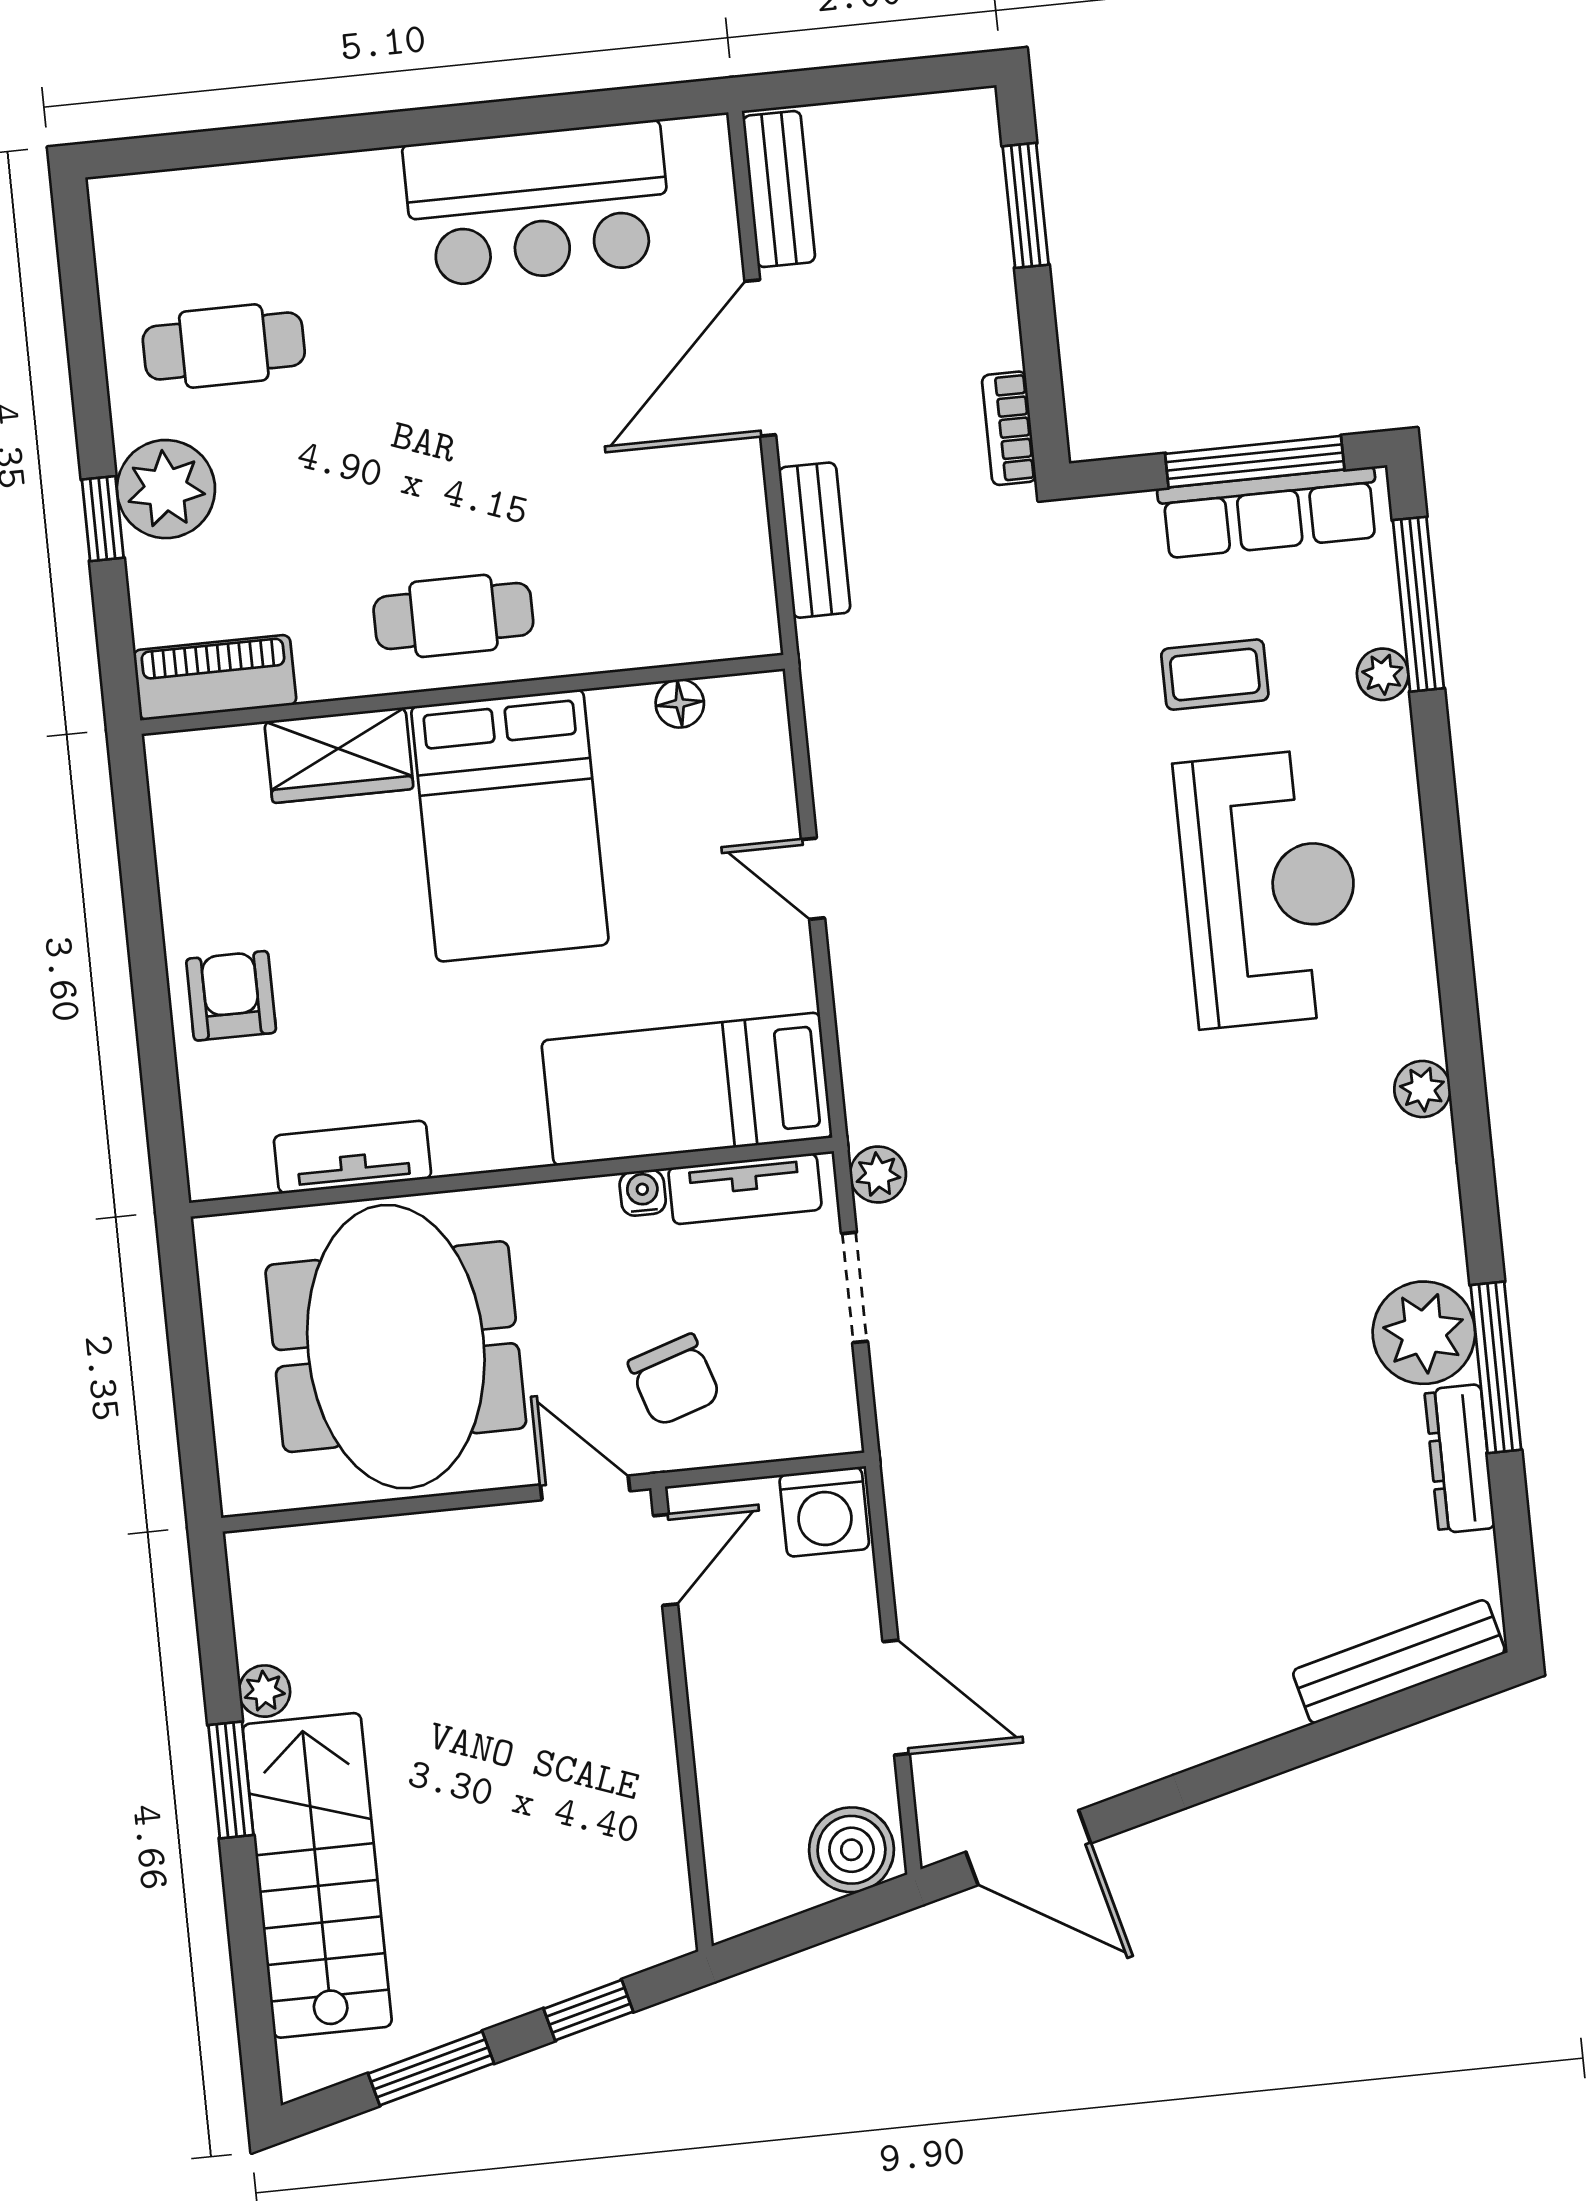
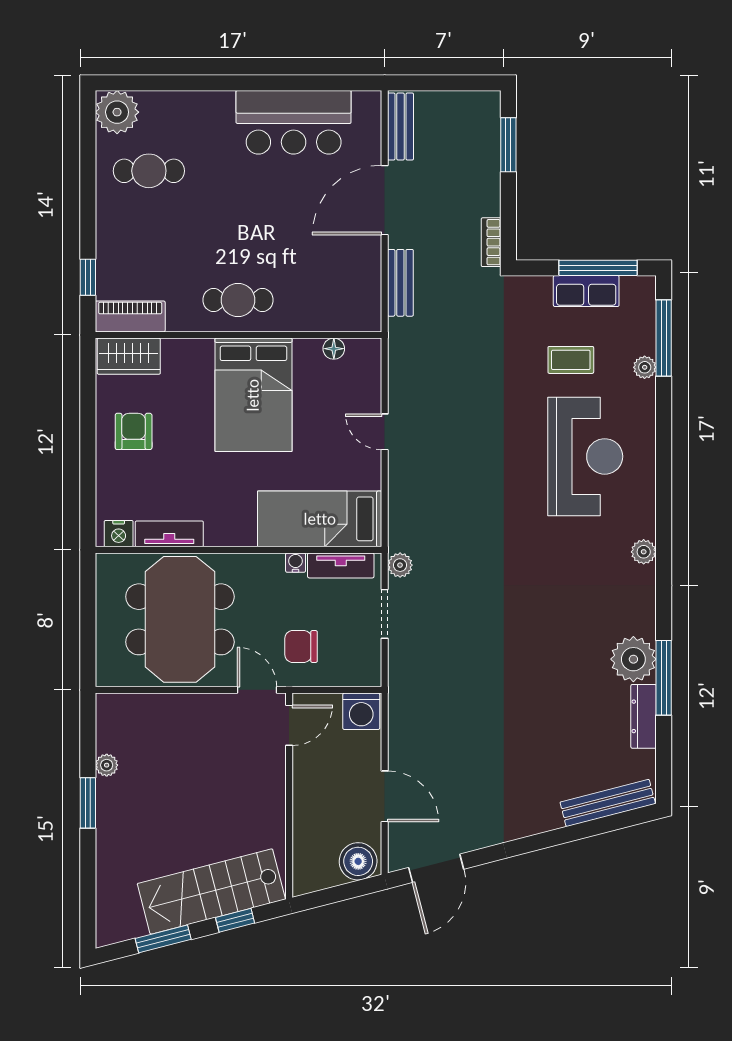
plant: (166, 489) -> (117, 112), moved
row of seats: (1269, 513) -> (586, 291), width x0.68
window: (103, 519) -> (88, 277), moved
wardrobe: (339, 755) -> (129, 356), moved
armchair: (231, 996) -> (134, 431), moved
nightstand: (239, 1168) -> (119, 534), added
chair: (674, 1380) -> (301, 646), turned 108
door: (1028, 1848) -> (436, 868), hinge flipped
stairs: (317, 1875) -> (211, 891), moved, turned -104

